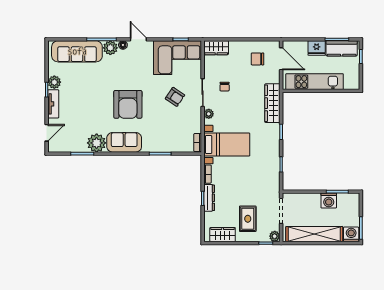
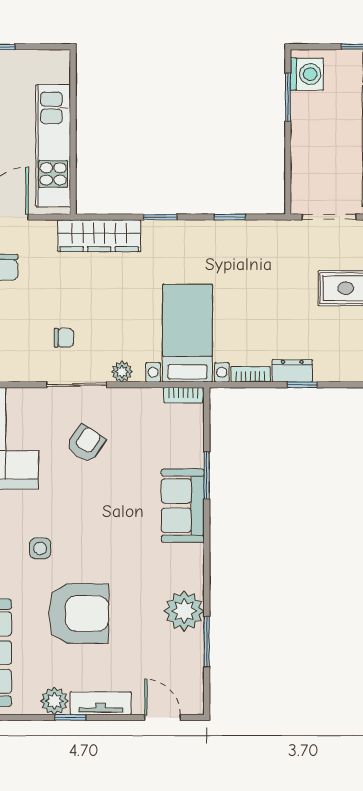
side table: (126, 75) -> (40, 548), added
armchair: (128, 104) -> (79, 614), moved
sofa: (124, 142) -> (183, 506), moved
dresser: (209, 198) -> (292, 371), width x0.70
washing machine: (329, 200) -> (307, 74), moved

